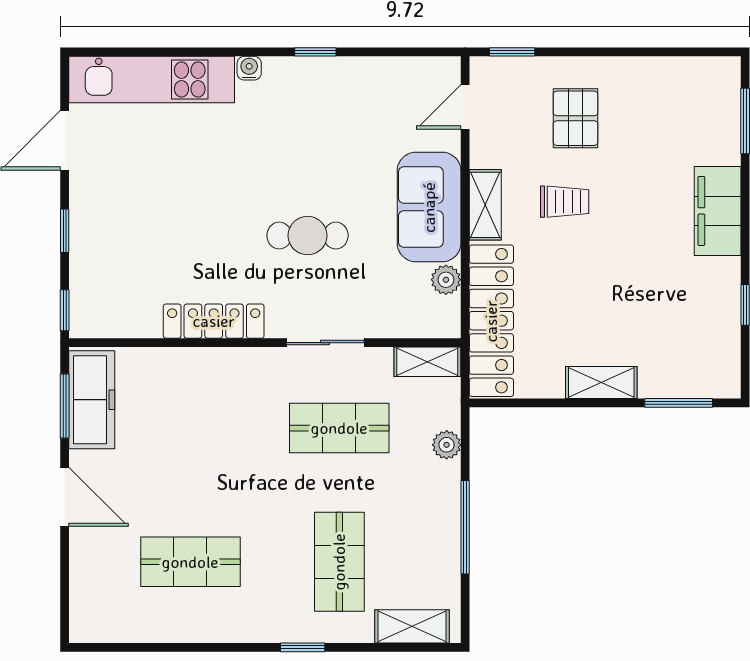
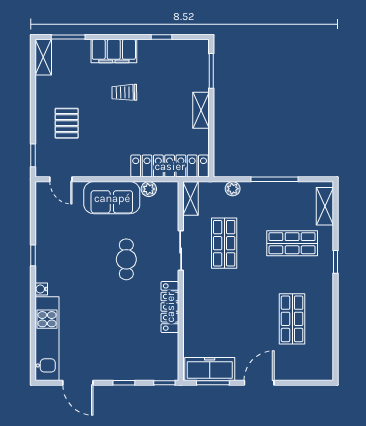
pallet: (576, 118) -> (67, 123), turned 90
trolley: (565, 202) -> (124, 92), moved, turned -91
shelving: (485, 205) -> (43, 57), moved, turned 90

